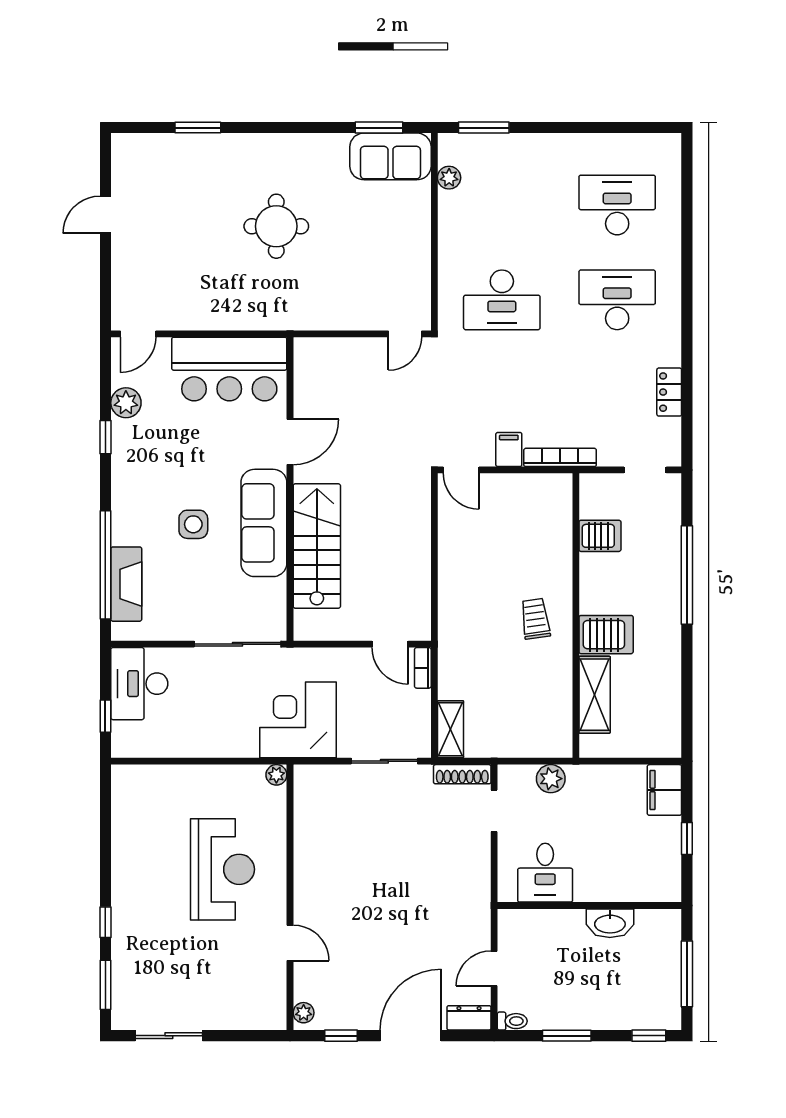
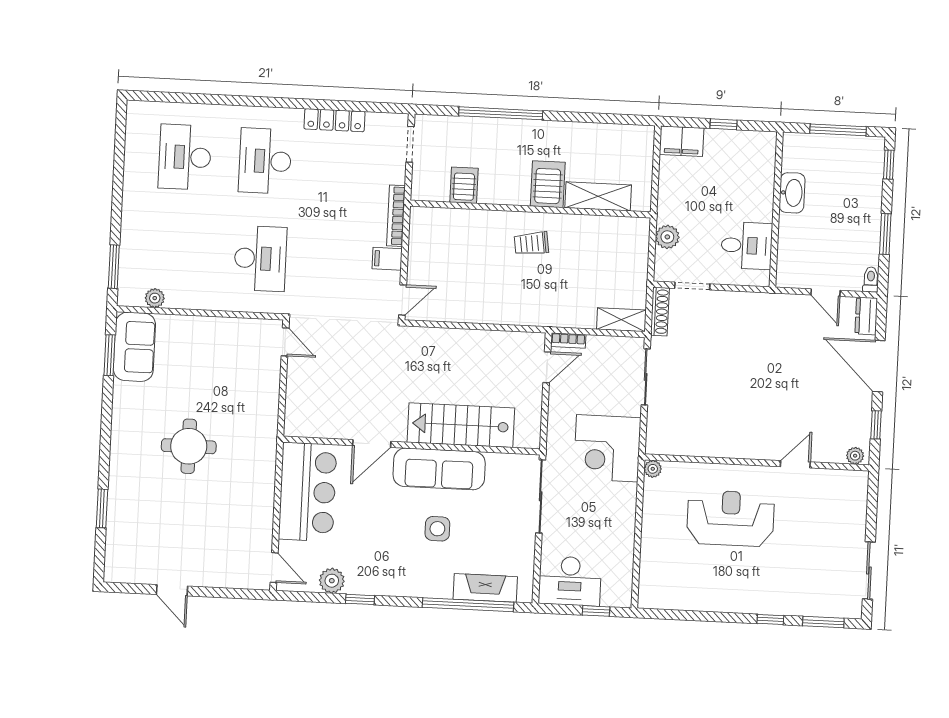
locker: (669, 392) -> (334, 120), width x1.53
door: (290, 442) -> (372, 444), swing flipped

